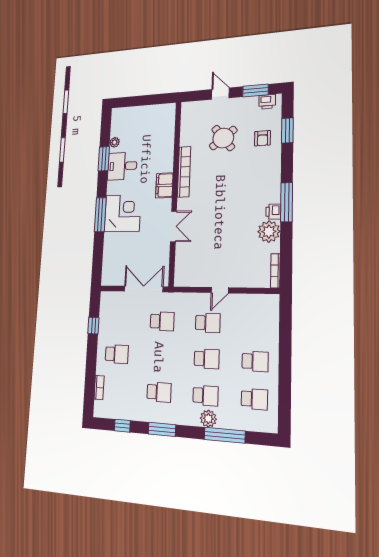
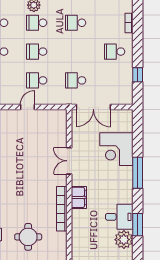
round table: (223, 138) -> (28, 237), turned 38
plant: (115, 142) -> (124, 240), width x1.87, depth x1.87
corner desk: (123, 213) -> (116, 149), moved

